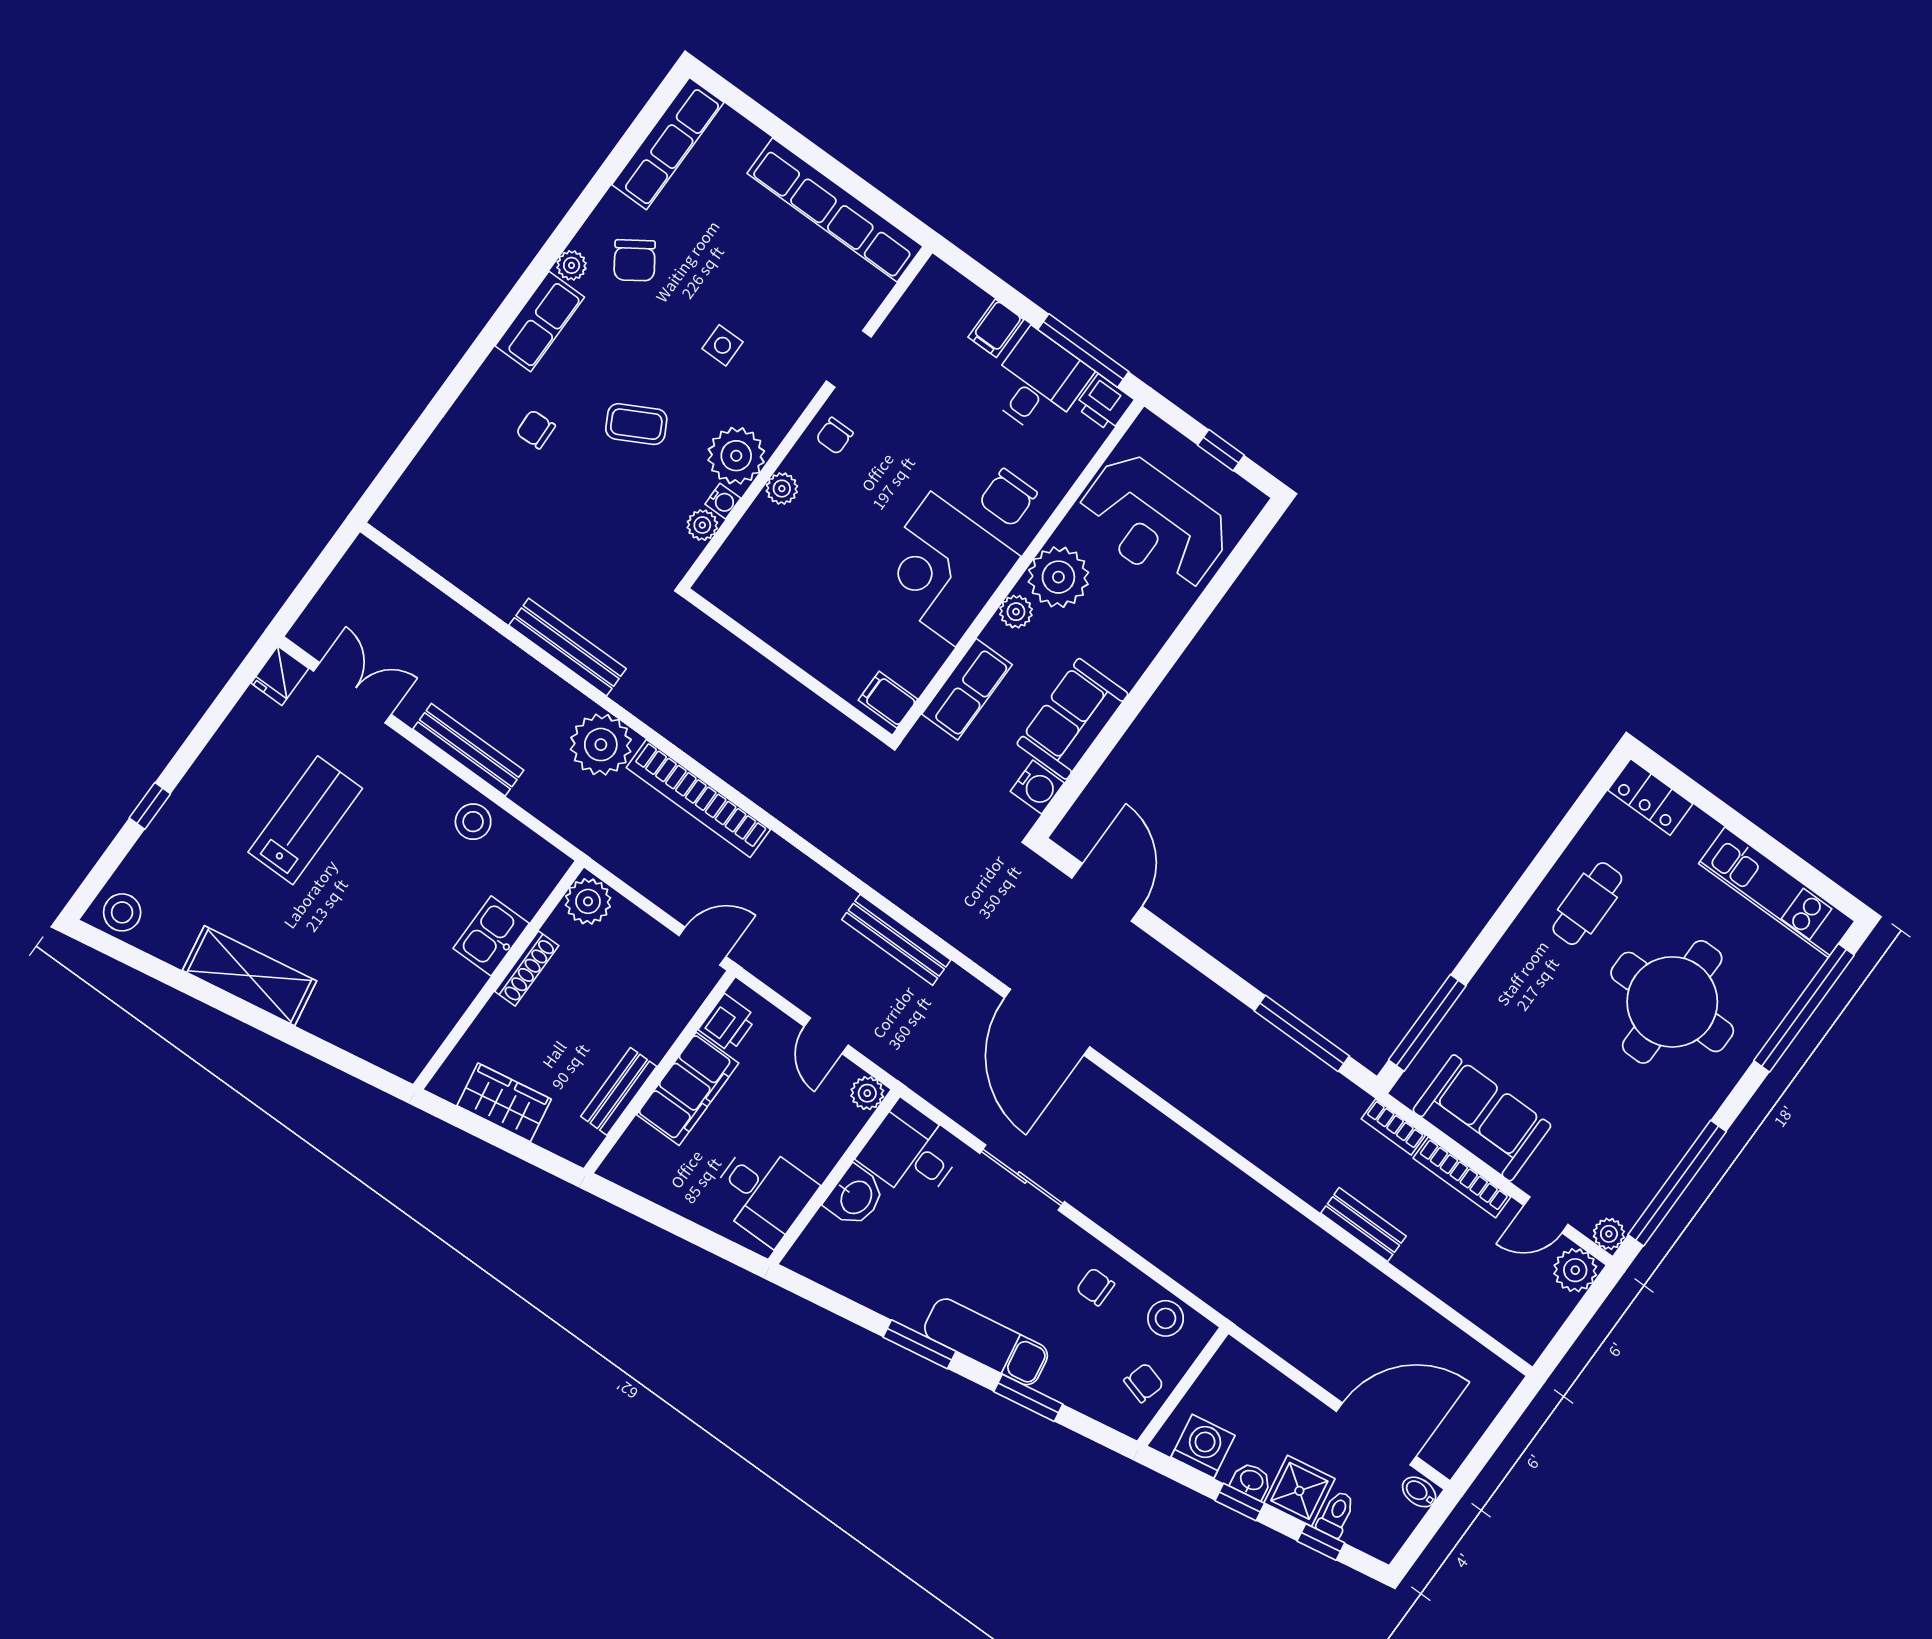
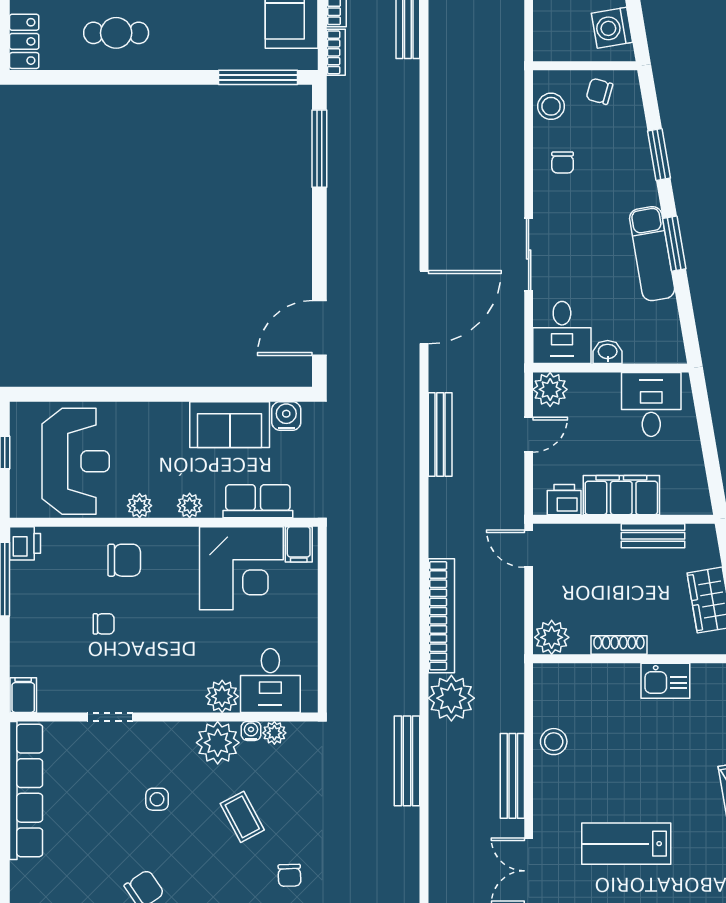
filing cabinet: (996, 328) -> (23, 695), moved, turned -90
desk: (1038, 383) -> (270, 681), moved, turned -90
chair: (835, 436) -> (104, 624), moved
plant: (782, 489) -> (222, 696), width x1.38, depth x1.38
corner desk: (943, 569) -> (241, 568), moved
plant: (1058, 577) -> (140, 506), width x0.53, depth x0.53
kitchen sink: (491, 936) -> (665, 681), moved
plant: (867, 1093) -> (550, 389), width x1.38, depth x1.38
washbasin: (855, 1197) -> (608, 352), width x0.72, depth x0.69
exam couch: (986, 1342) -> (652, 254), moved

